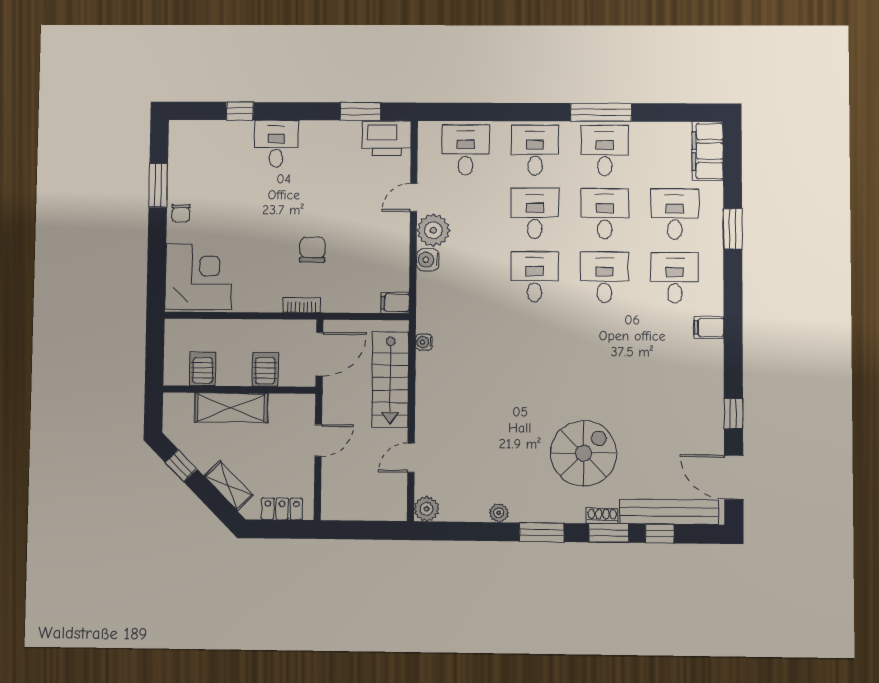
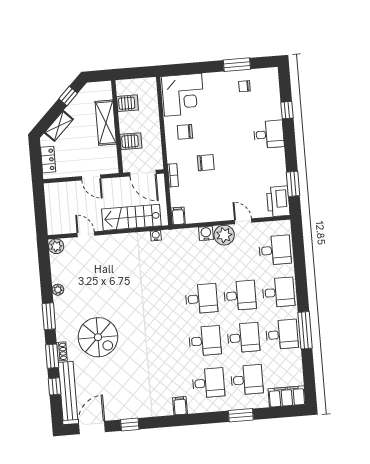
chair: (181, 213) -> (244, 86), moved
chair: (259, 279) -> (185, 132), added
bookcase: (302, 305) -> (173, 175), moved

